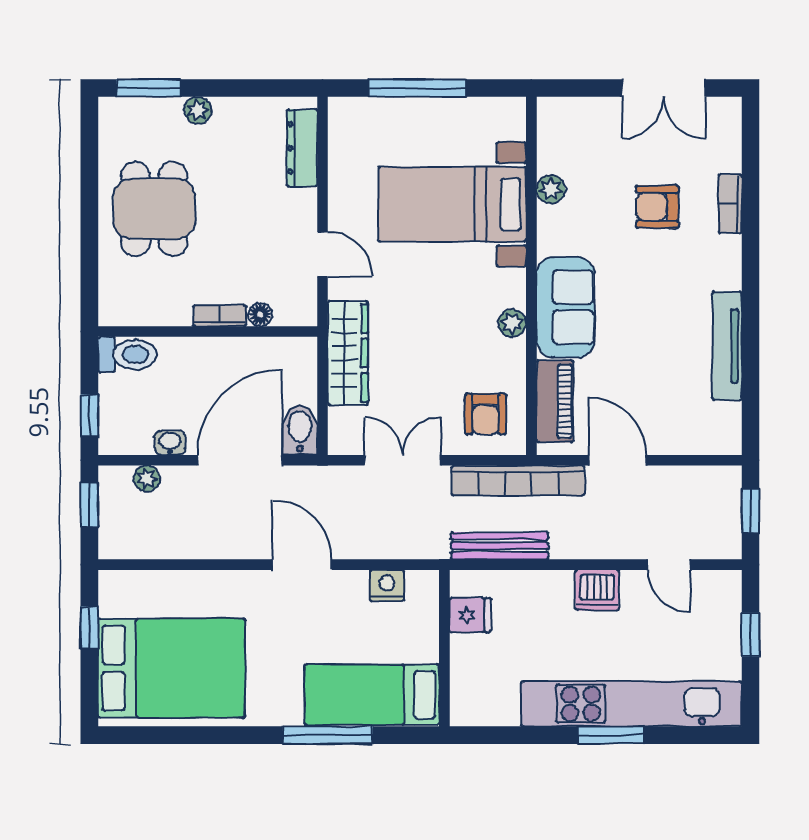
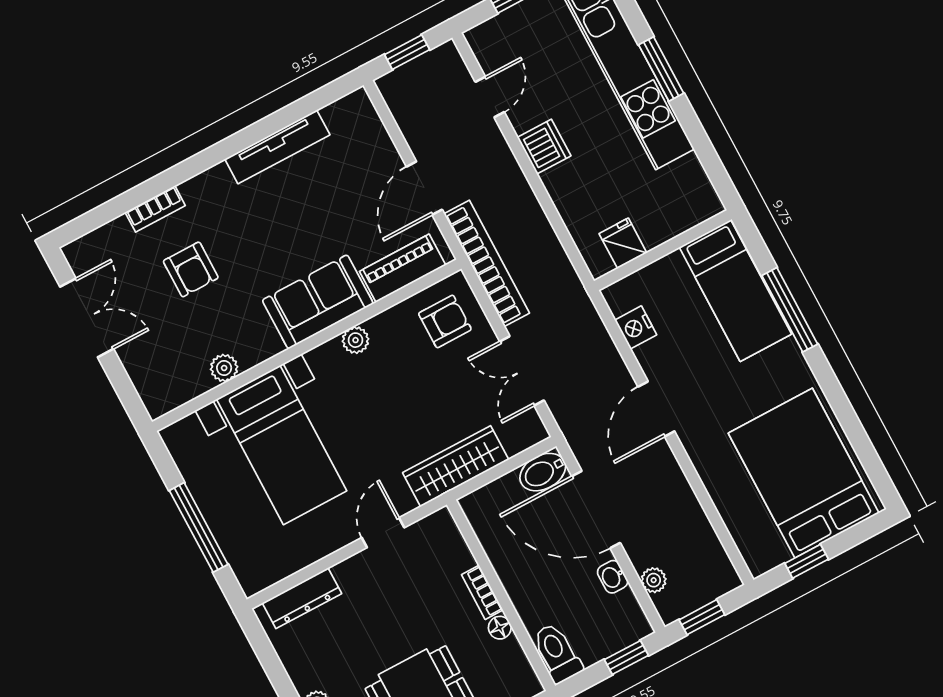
floor lamp: (260, 315) -> (500, 628), moved
bench: (500, 546) -> (551, 250), removed

